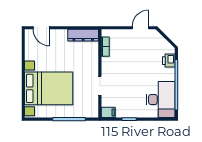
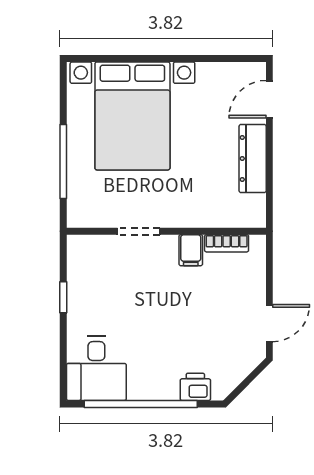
door: (141, 28) -> (269, 323), hinge flipped
dresser: (83, 35) -> (253, 159), moved
desk: (161, 100) -> (96, 368), width x0.73
filing cabinet: (108, 112) -> (191, 250), moved

